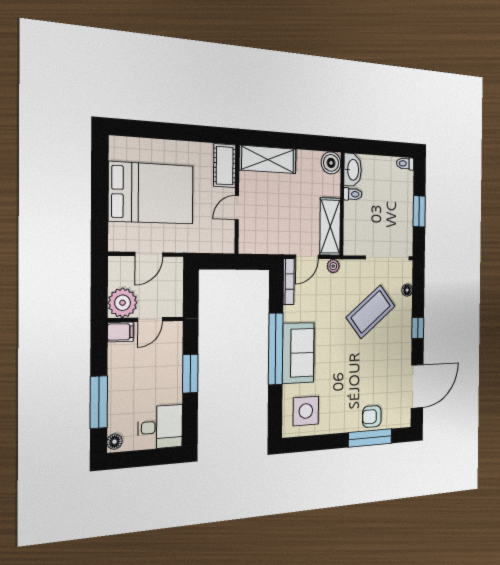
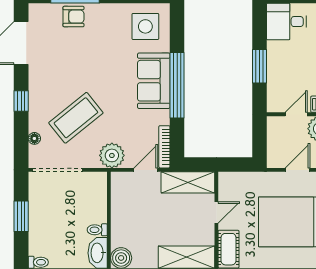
shelving: (330, 227) -> (188, 182), moved, turned 90
plant: (333, 266) -> (112, 155), width x1.87, depth x1.87

